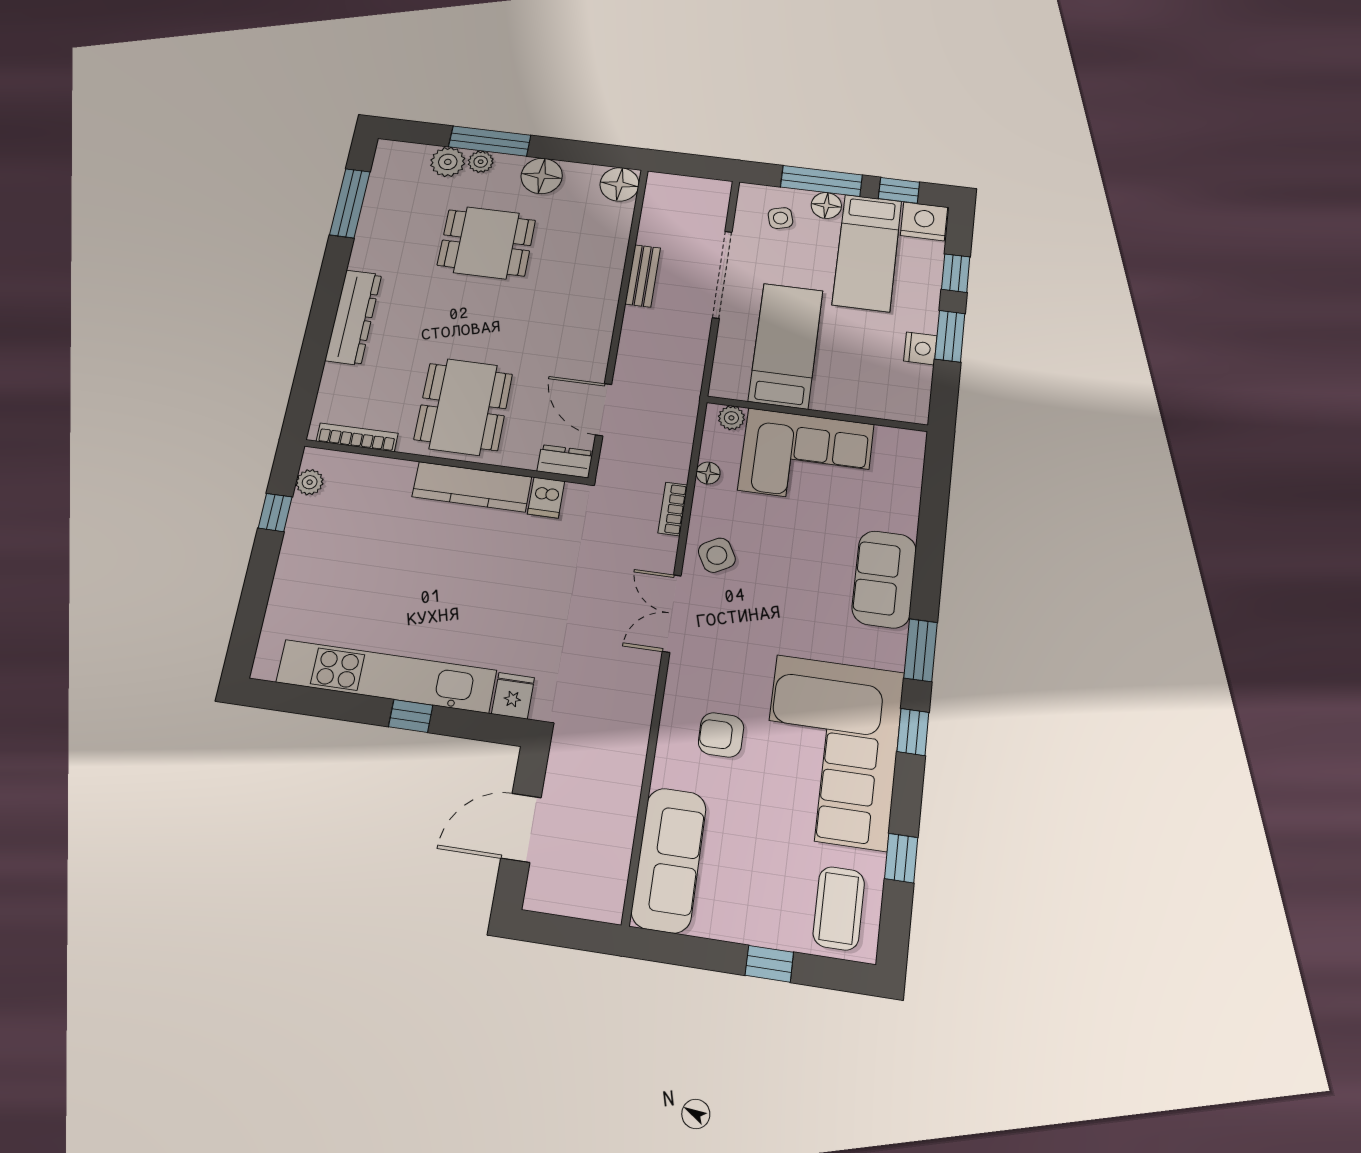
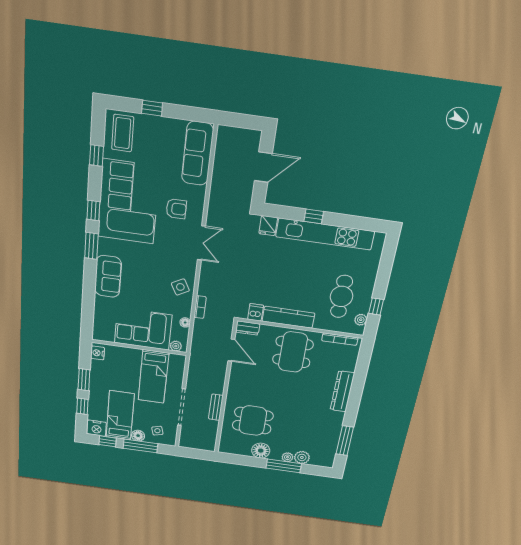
floor lamp: (619, 184) -> (227, 446), removed
dining table: (486, 243) -> (253, 421), moved
nightstand: (920, 348) -> (98, 353), moved
cafe table: (352, 535) -> (341, 296), added
double door: (672, 613) -> (201, 243), moved

